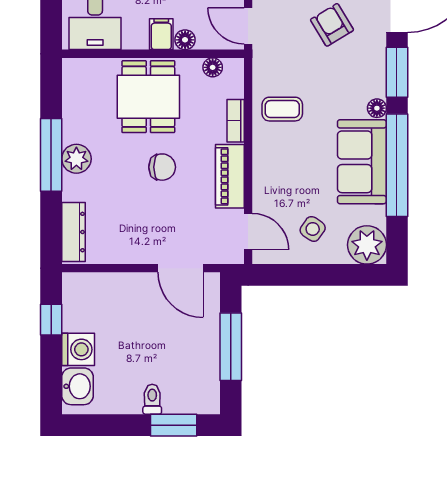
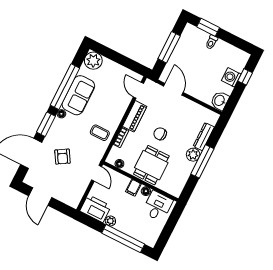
floor lamp: (185, 40) -> (146, 191), moved
side table: (313, 229) -> (112, 78), removed
dresser: (73, 232) -> (204, 137), moved
window: (51, 320) -> (245, 77), moved
washbasin: (78, 386) -> (220, 101), moved

